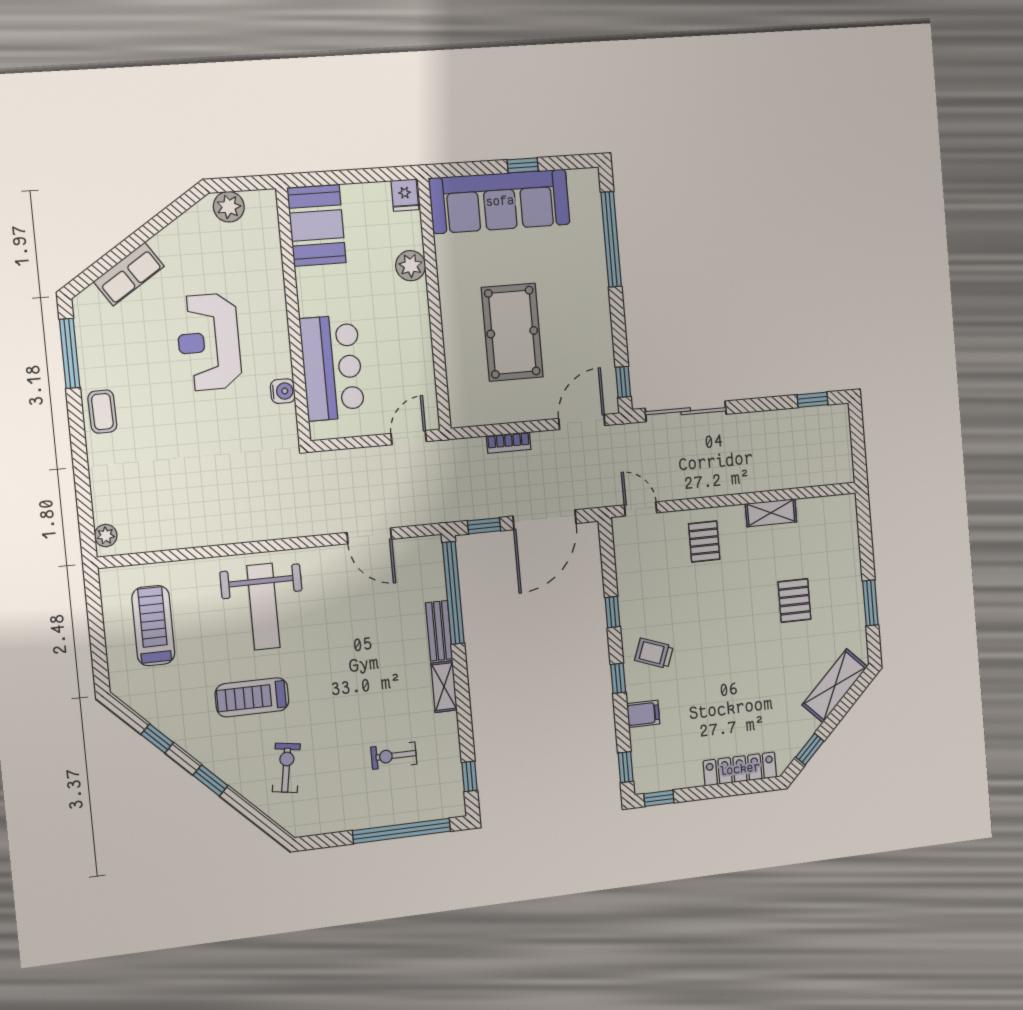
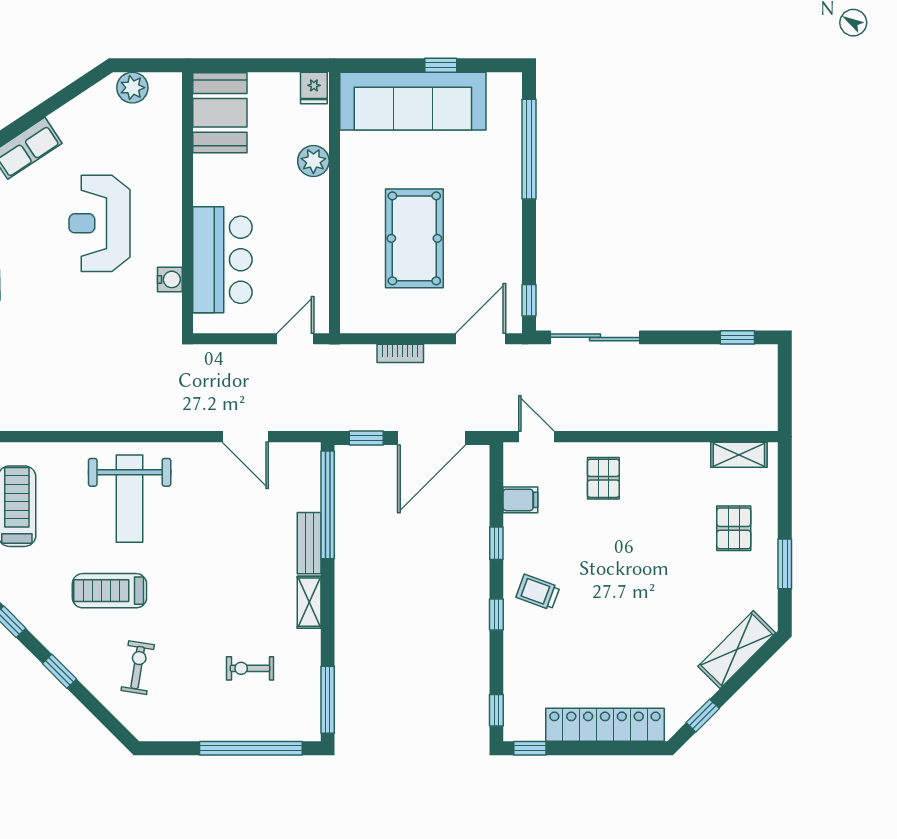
shelving: (771, 513) -> (739, 455), moved
pallet: (794, 601) -> (734, 528), moved
filing cabinet: (643, 714) -> (520, 500), moved
locker: (740, 769) -> (605, 725), width x1.41, depth x1.21
window: (470, 776) -> (328, 700), width x2.17

